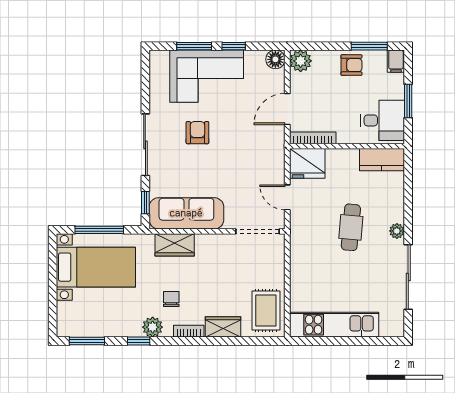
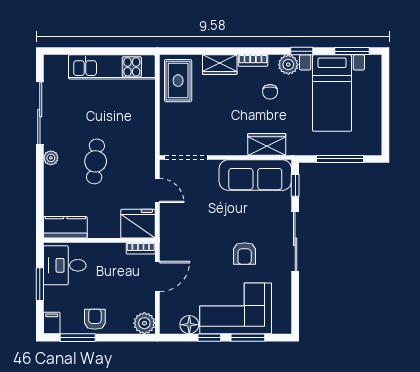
floor lamp: (275, 59) -> (189, 325), moved
armchair: (351, 65) -> (95, 319), turned 90
bookcase: (313, 138) -> (141, 248), width x0.64
bed with nightstands: (96, 267) -> (332, 93), moved, turned -90

